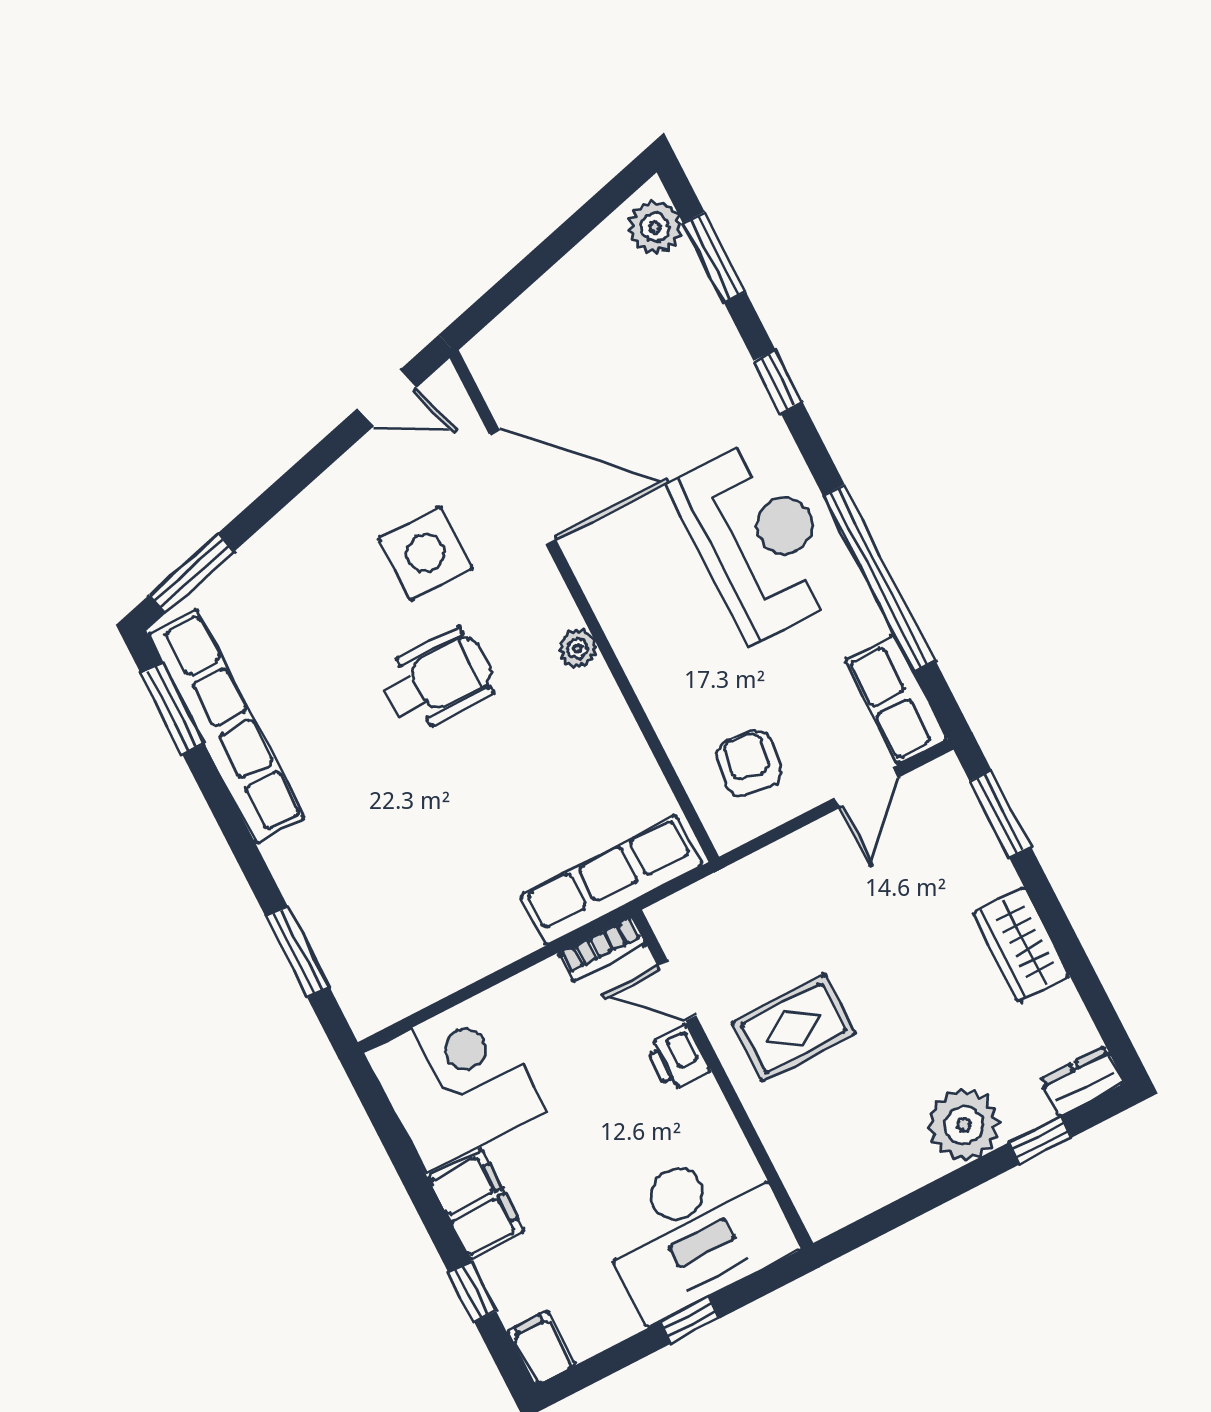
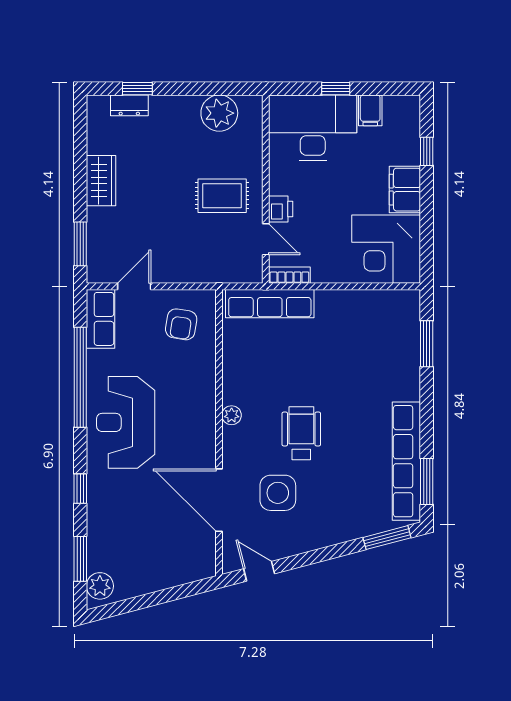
wheelchair: (438, 680) -> (301, 433), turned 90
dresser: (1082, 1081) -> (129, 105), moved
plant: (964, 1125) -> (219, 113), moved
filing cabinet: (541, 1348) -> (370, 110), moved

